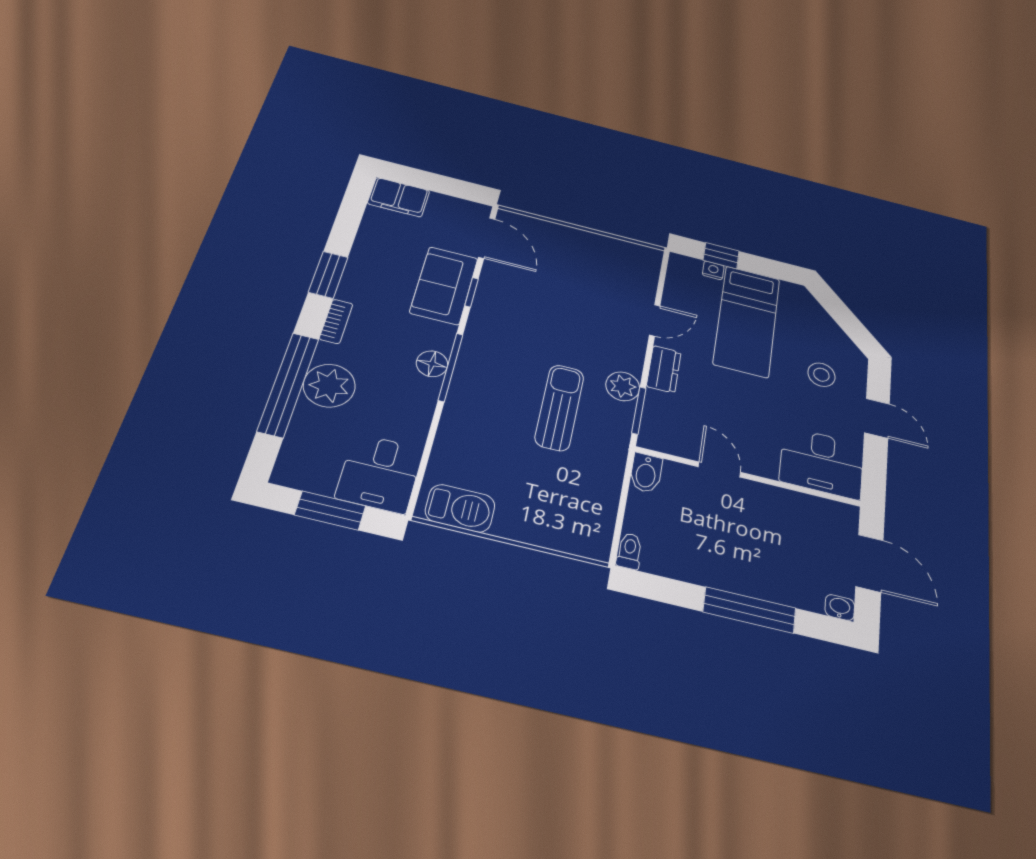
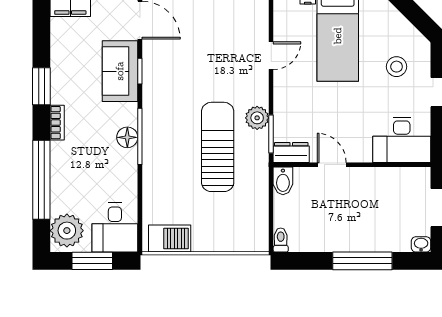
dresser: (664, 369) -> (291, 152), moved, turned -90
plant: (329, 386) -> (67, 231), moved
sun lounger: (559, 407) -> (218, 147), width x1.36, depth x1.34

